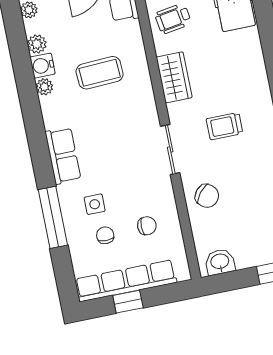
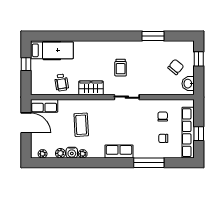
chair: (207, 196) -> (176, 67), moved
side table: (95, 204) -> (147, 141), removed

